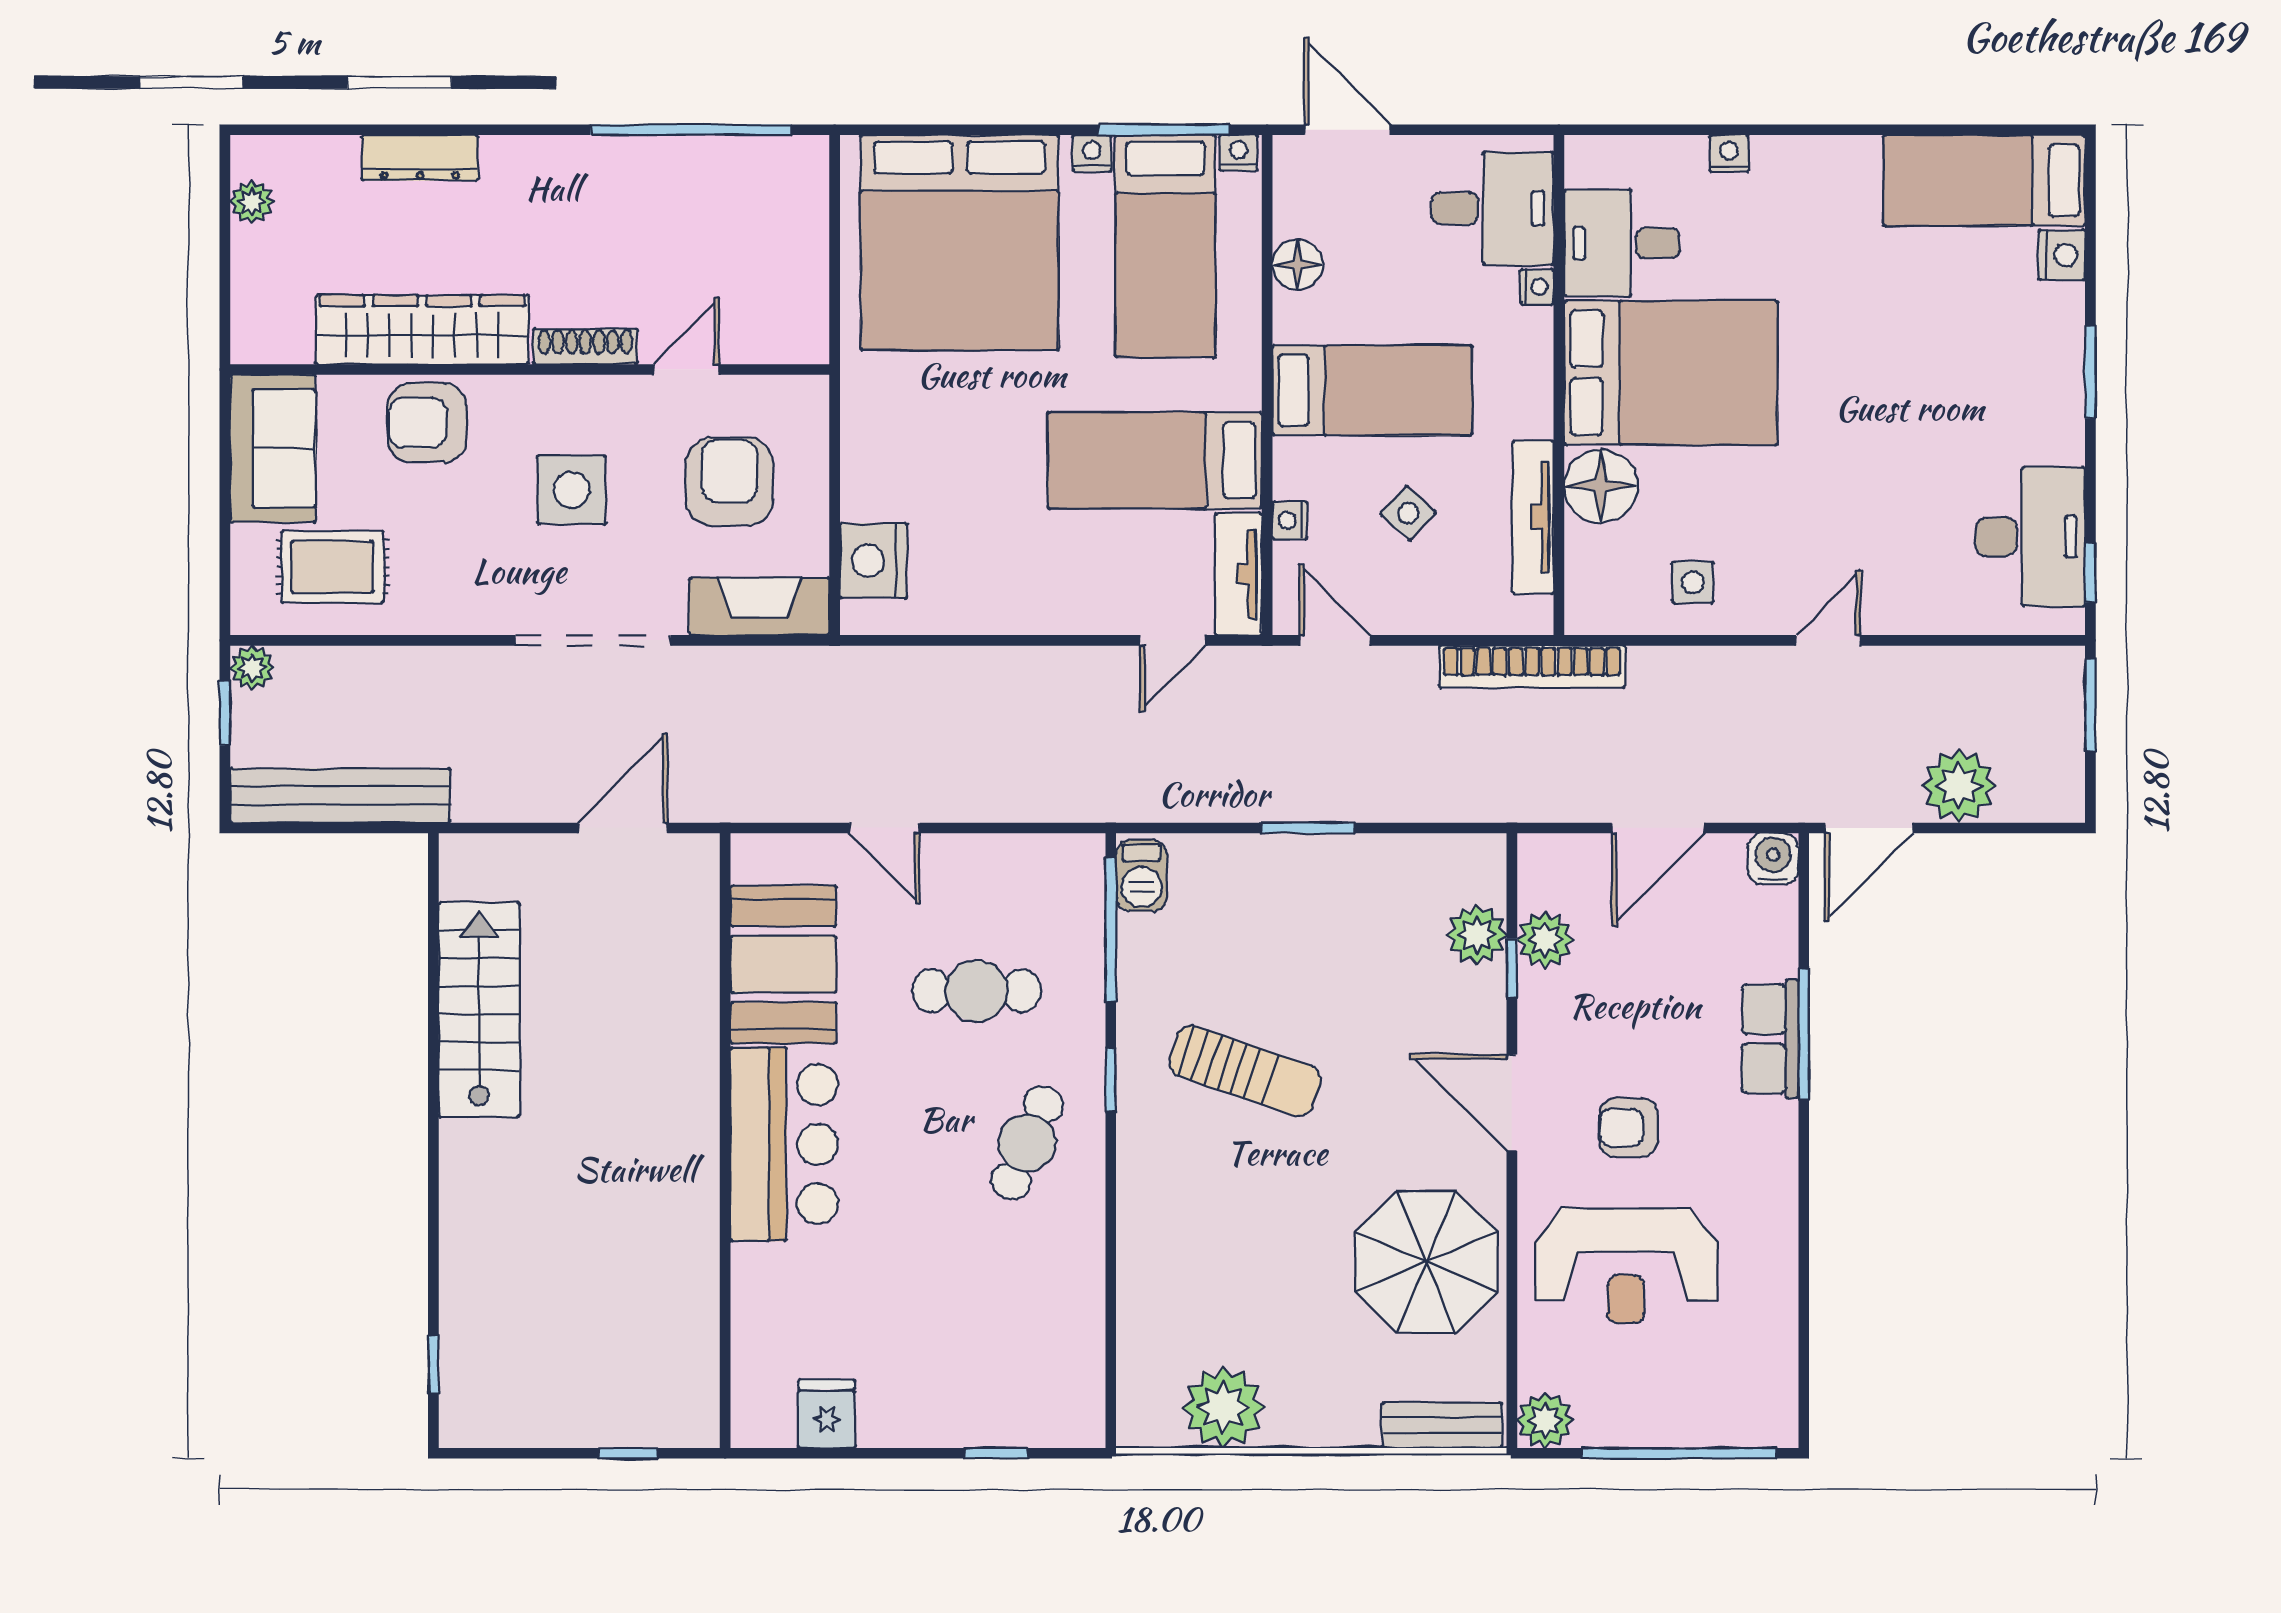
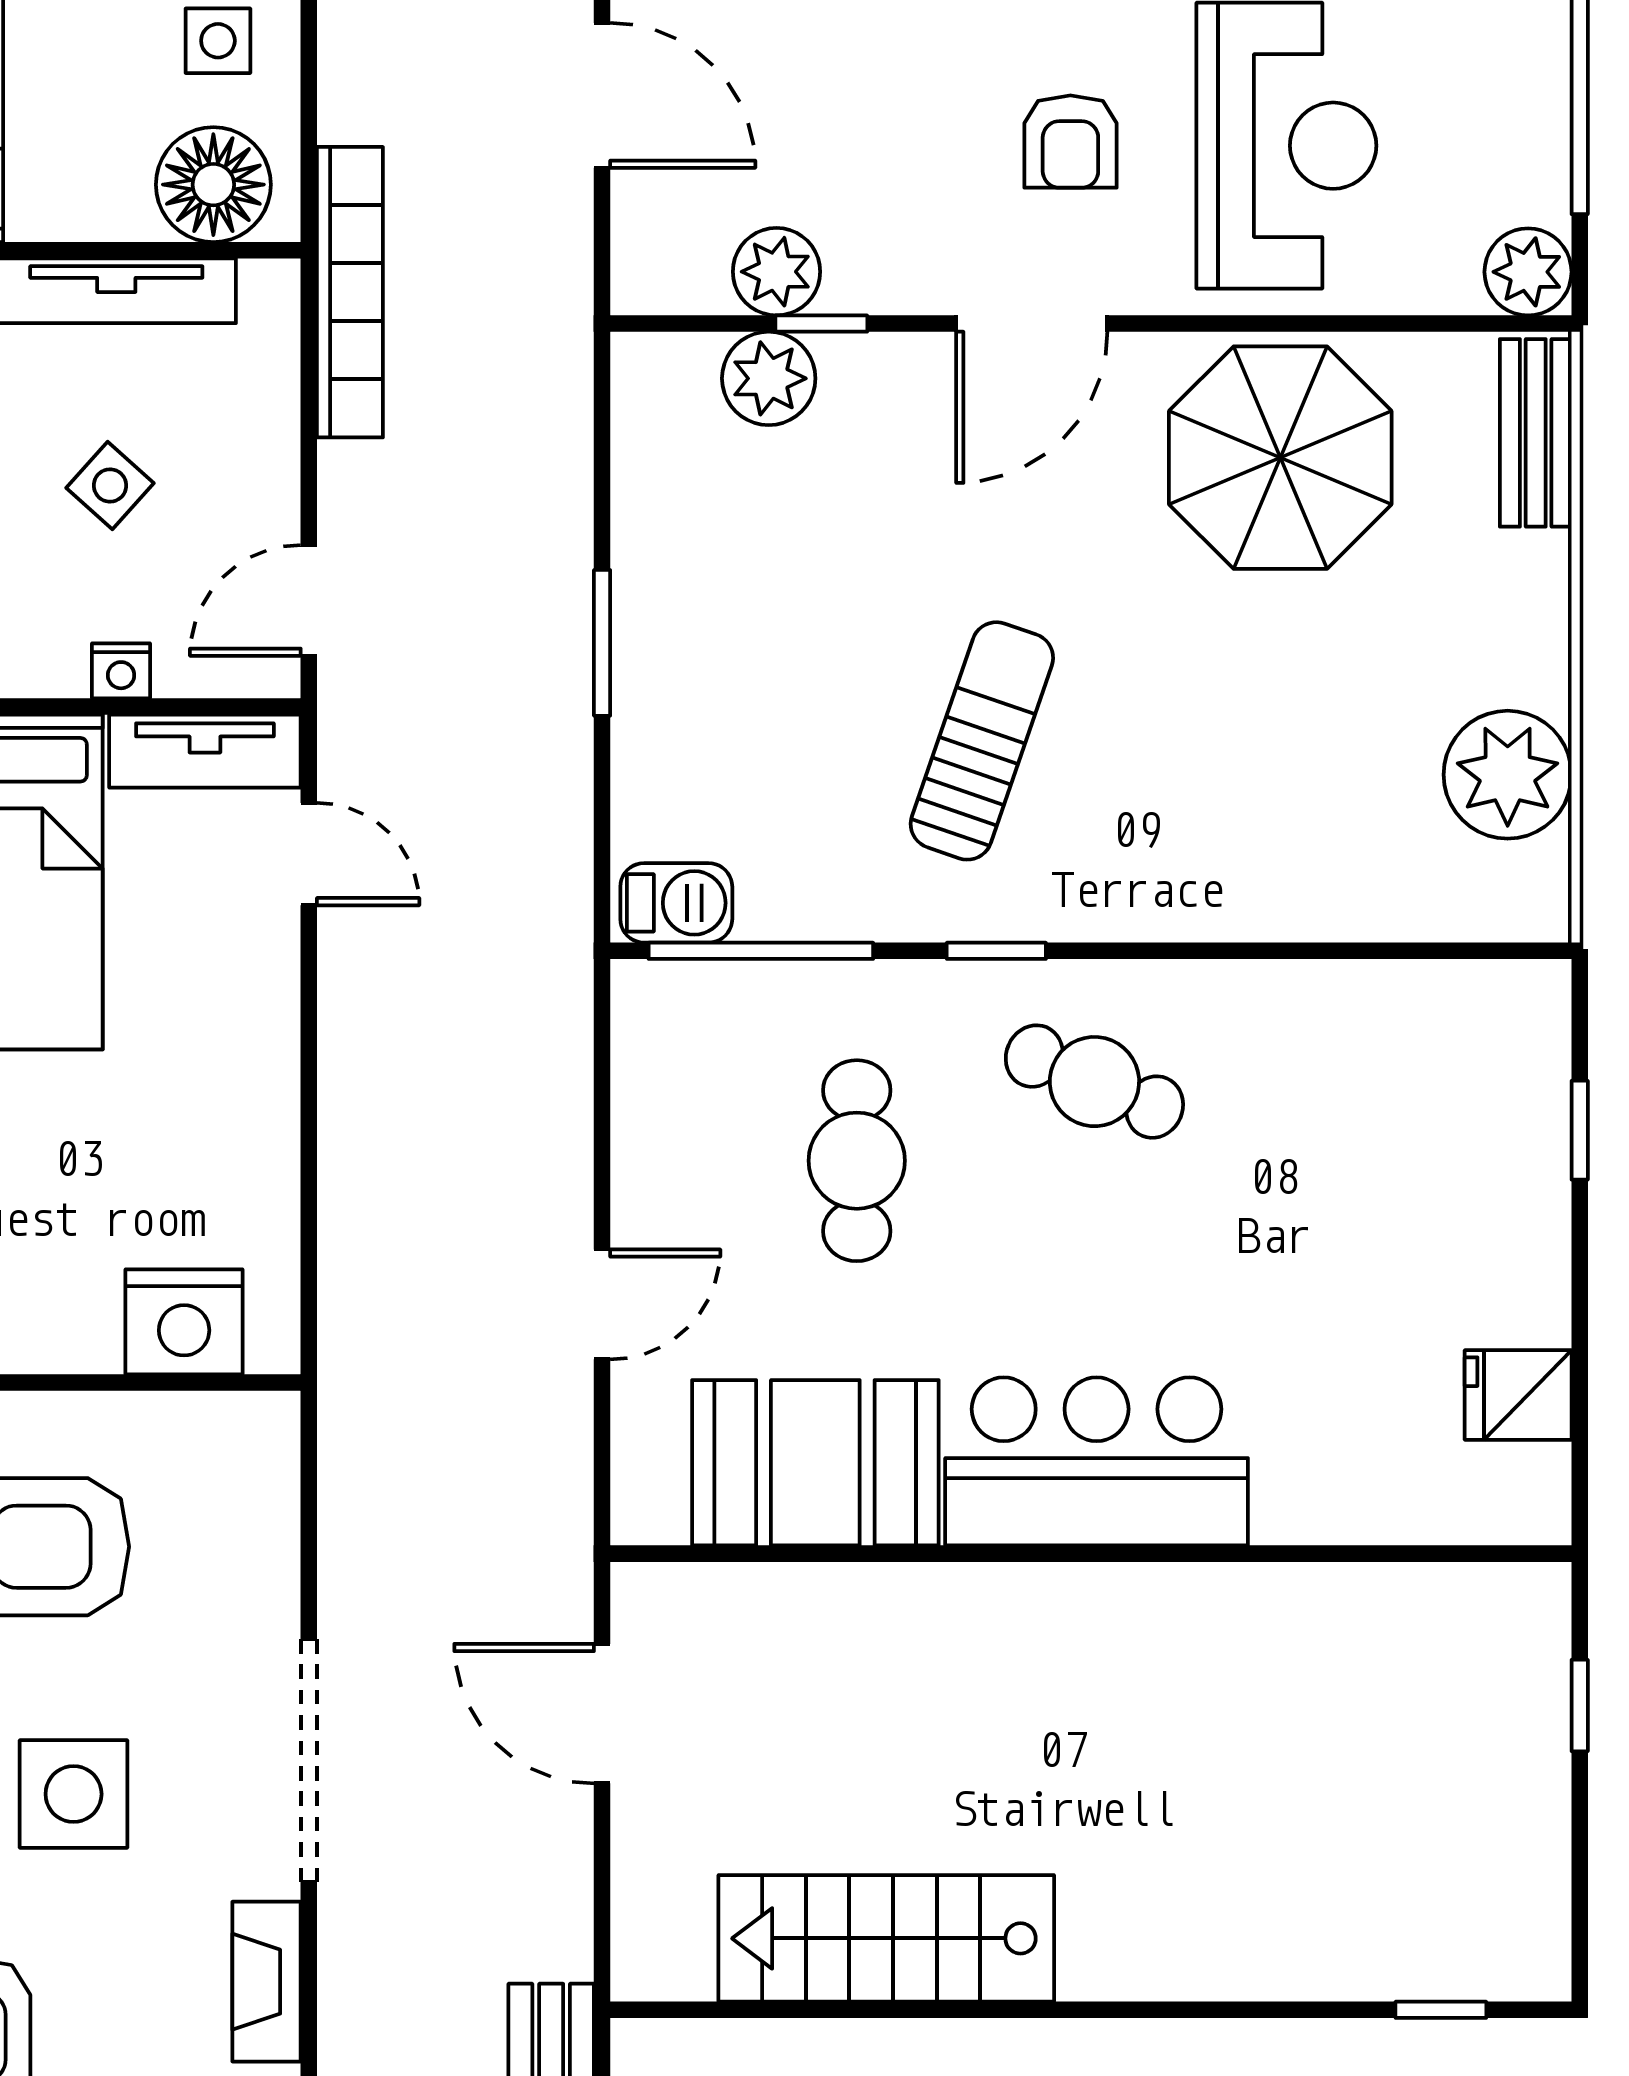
floor lamp: (1601, 486) -> (213, 185), moved
fireplace: (759, 606) -> (267, 1982), moved, width x0.73, depth x0.76

